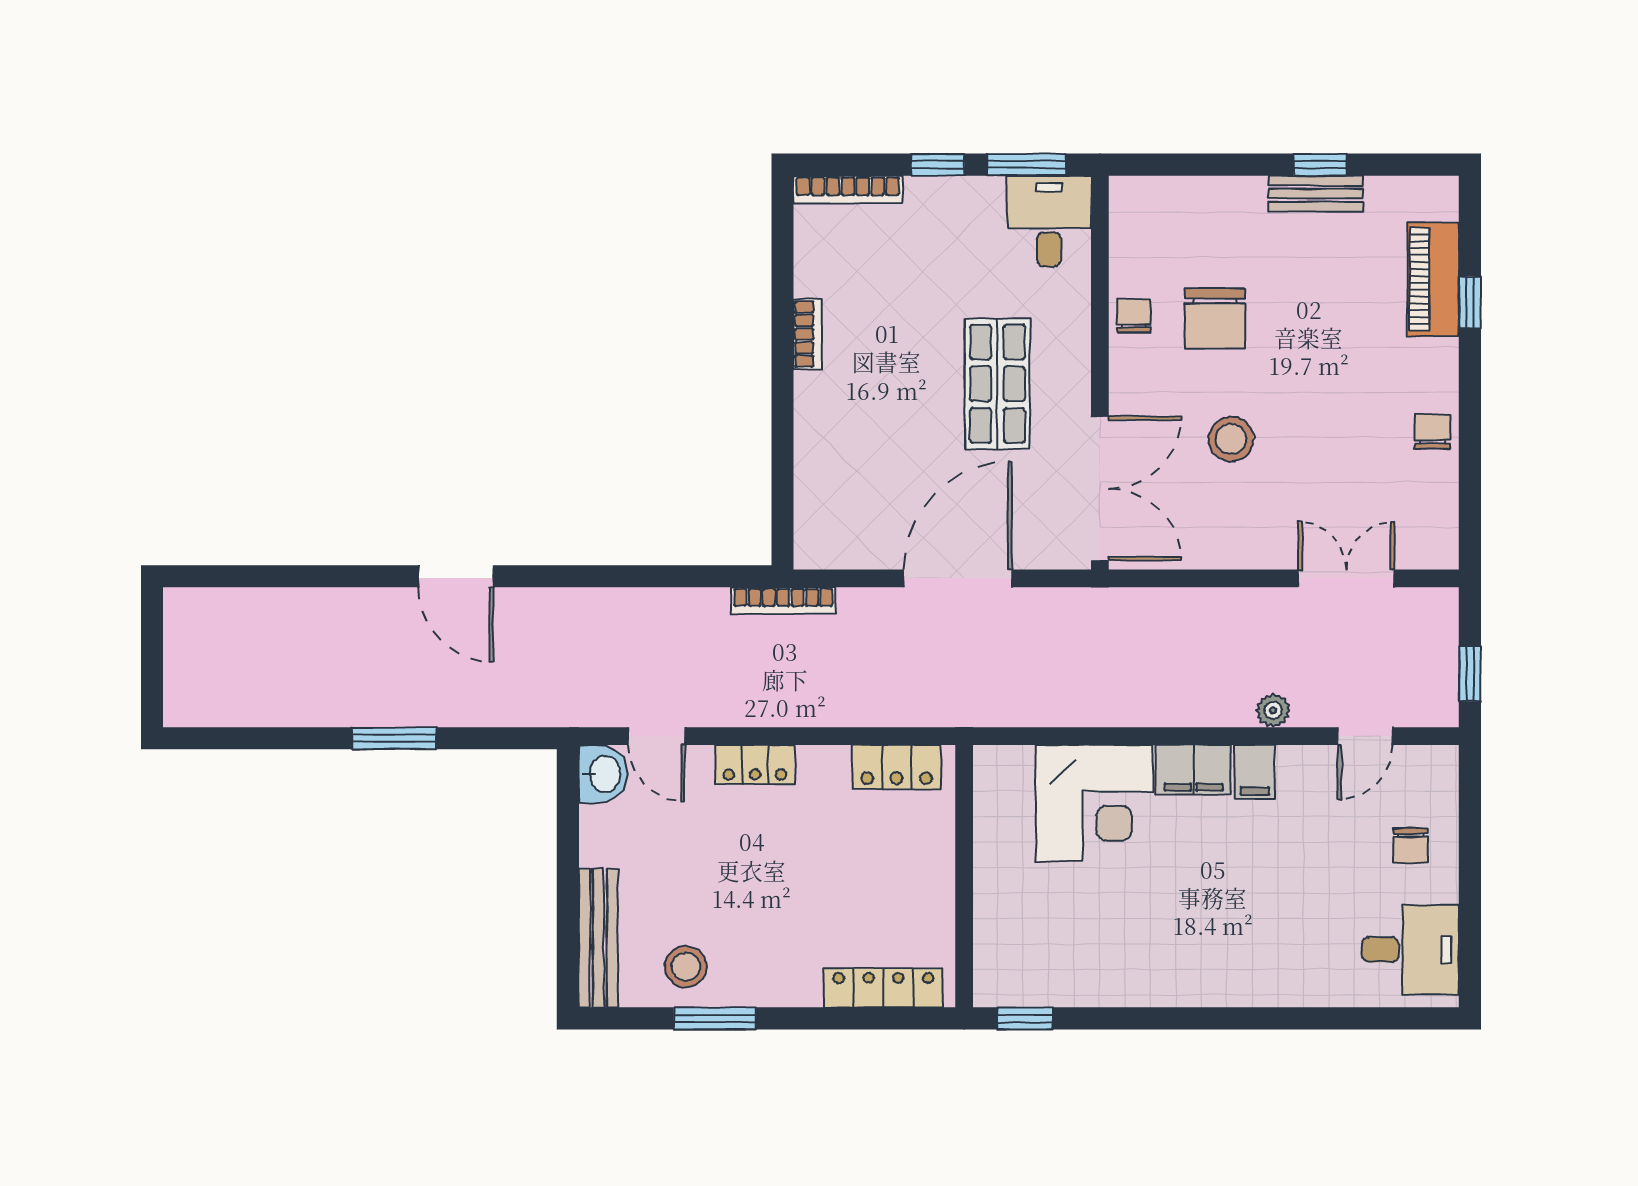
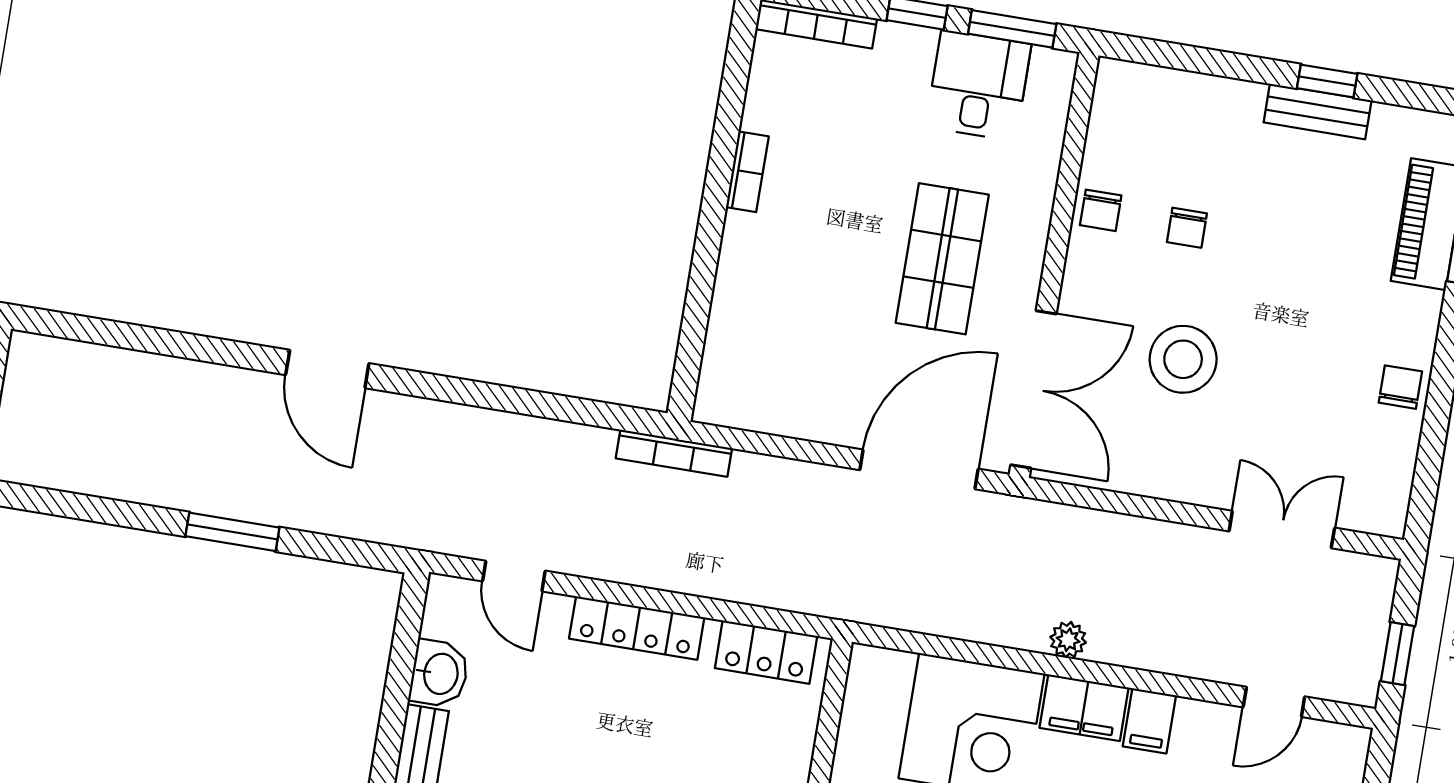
desk: (1049, 221) -> (978, 85), moved
chair: (1134, 316) -> (1101, 210), turned 180
chair: (1215, 319) -> (1187, 228), width x0.54, depth x0.54
stool: (1231, 439) -> (1183, 359), width x1.38, depth x1.38
door: (958, 578) -> (919, 469), moved
plant: (1273, 711) -> (1068, 640), moved
locker: (755, 765) -> (637, 628), width x1.53
washbasin: (603, 774) -> (439, 674), moved

